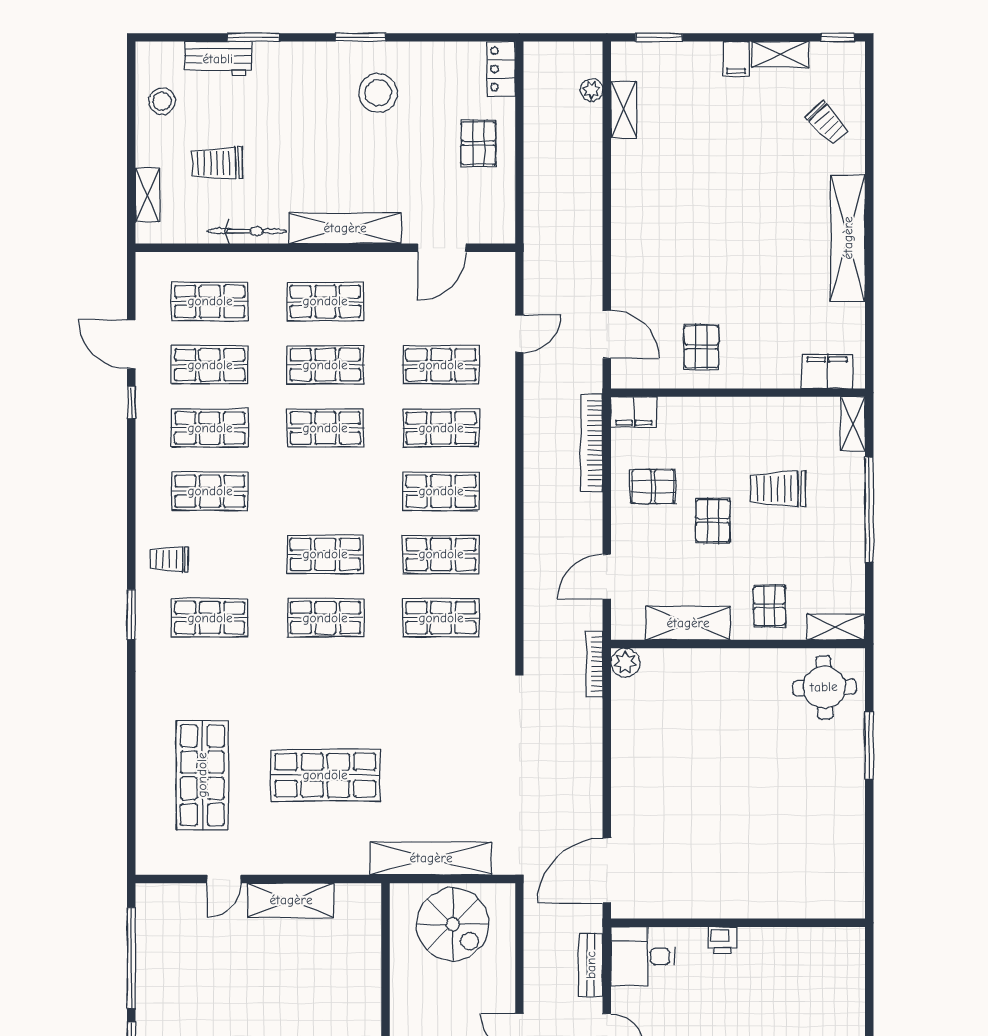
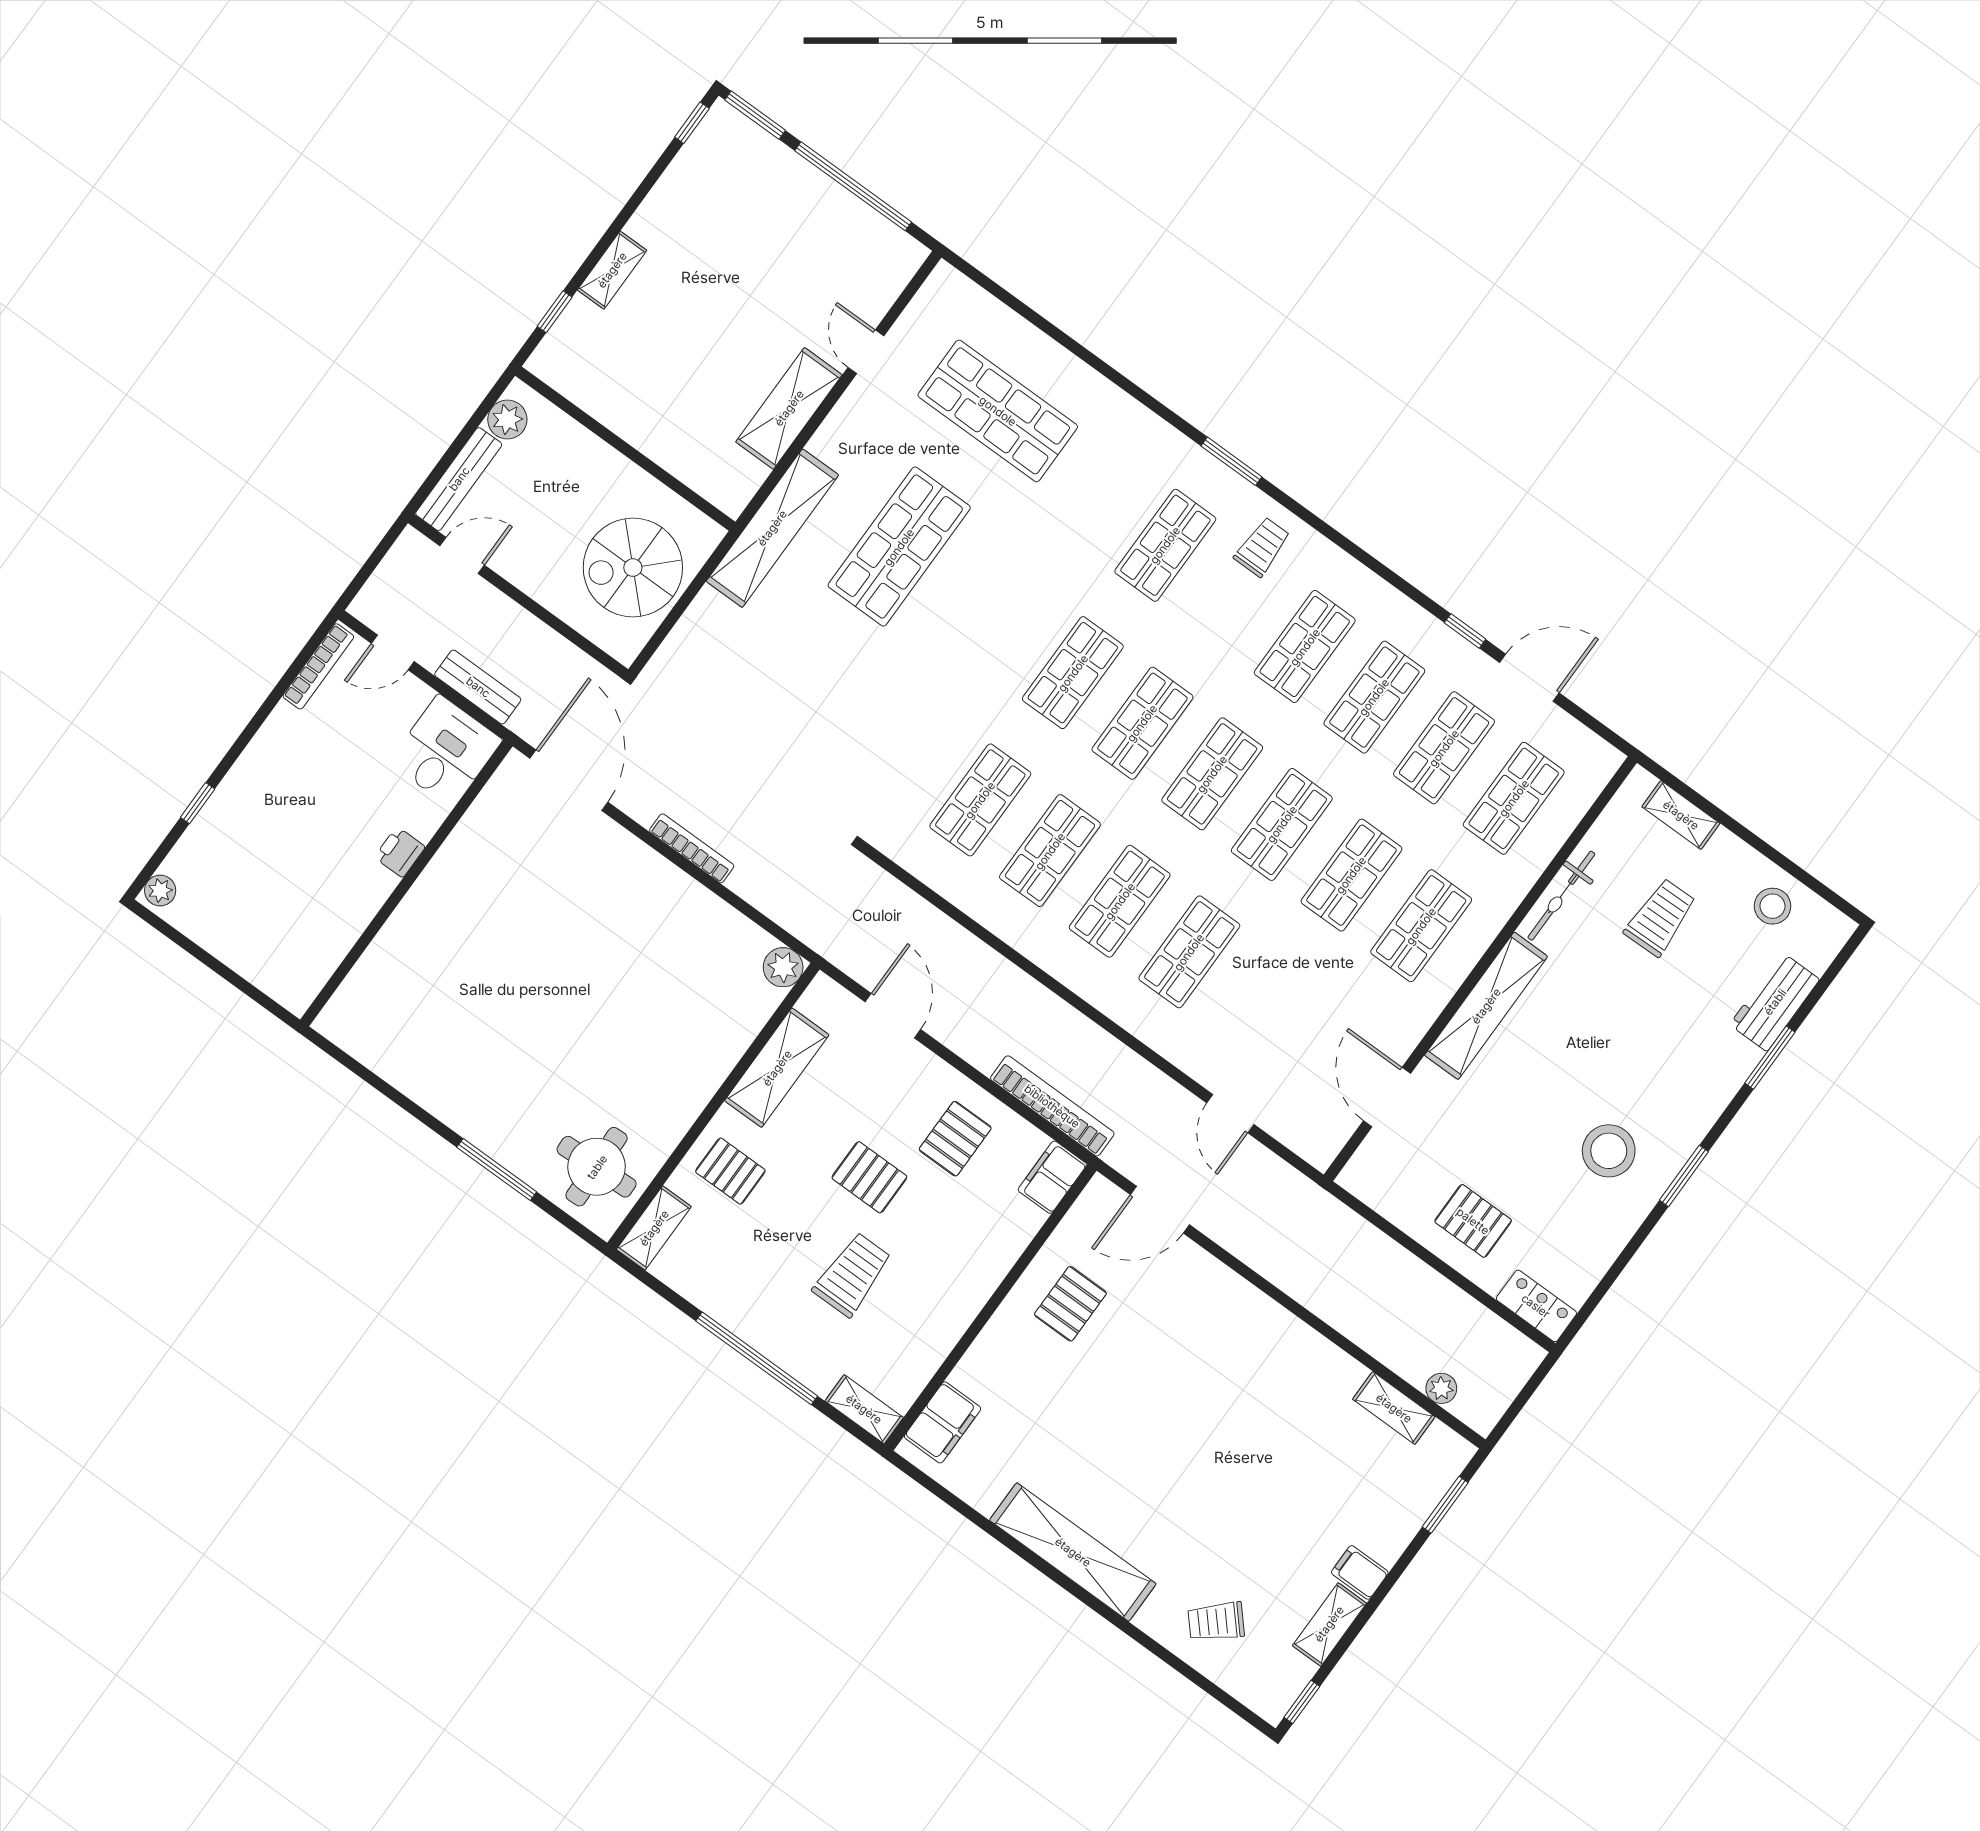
pallet: (701, 347) -> (1070, 1304), turned 90
shop shelf: (441, 365) -> (1212, 774), moved
bookcase: (594, 664) -> (692, 848), moved
shelving: (431, 858) -> (772, 528), moved

